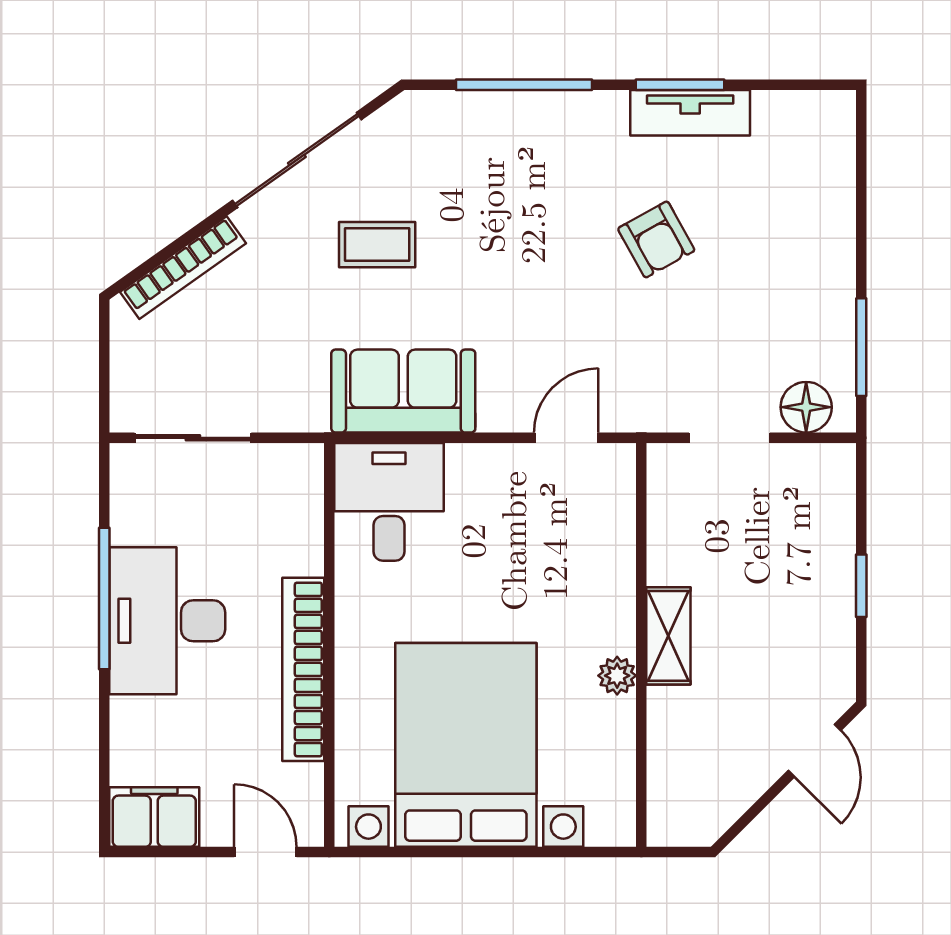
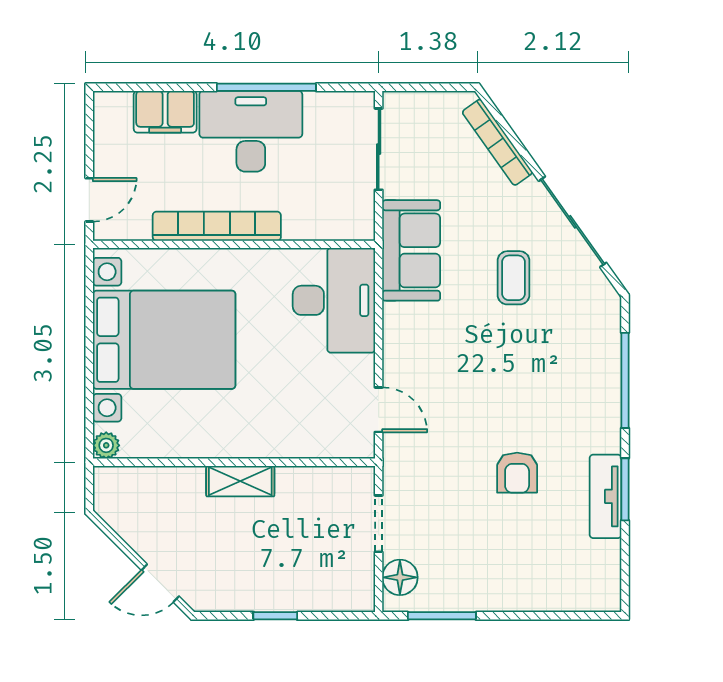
armchair: (656, 239) -> (517, 473), turned -61
sofa: (403, 391) -> (411, 250), moved
desk: (389, 502) -> (334, 300), width x1.37
plant: (617, 676) -> (106, 445), moved
filing cabinet: (154, 817) -> (165, 112), moved, turned 90

